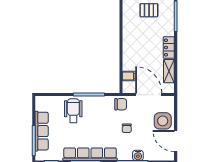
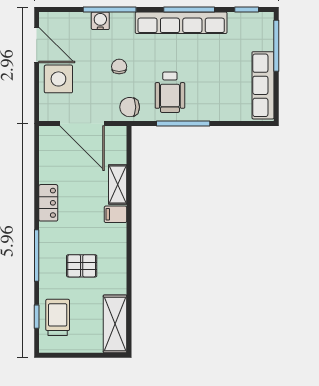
shelving: (169, 71) -> (118, 184), moved
filing cabinet: (129, 76) -> (115, 214), moved
wheelchair: (73, 111) -> (170, 92), moved
row of seats: (42, 131) -> (263, 85), moved

